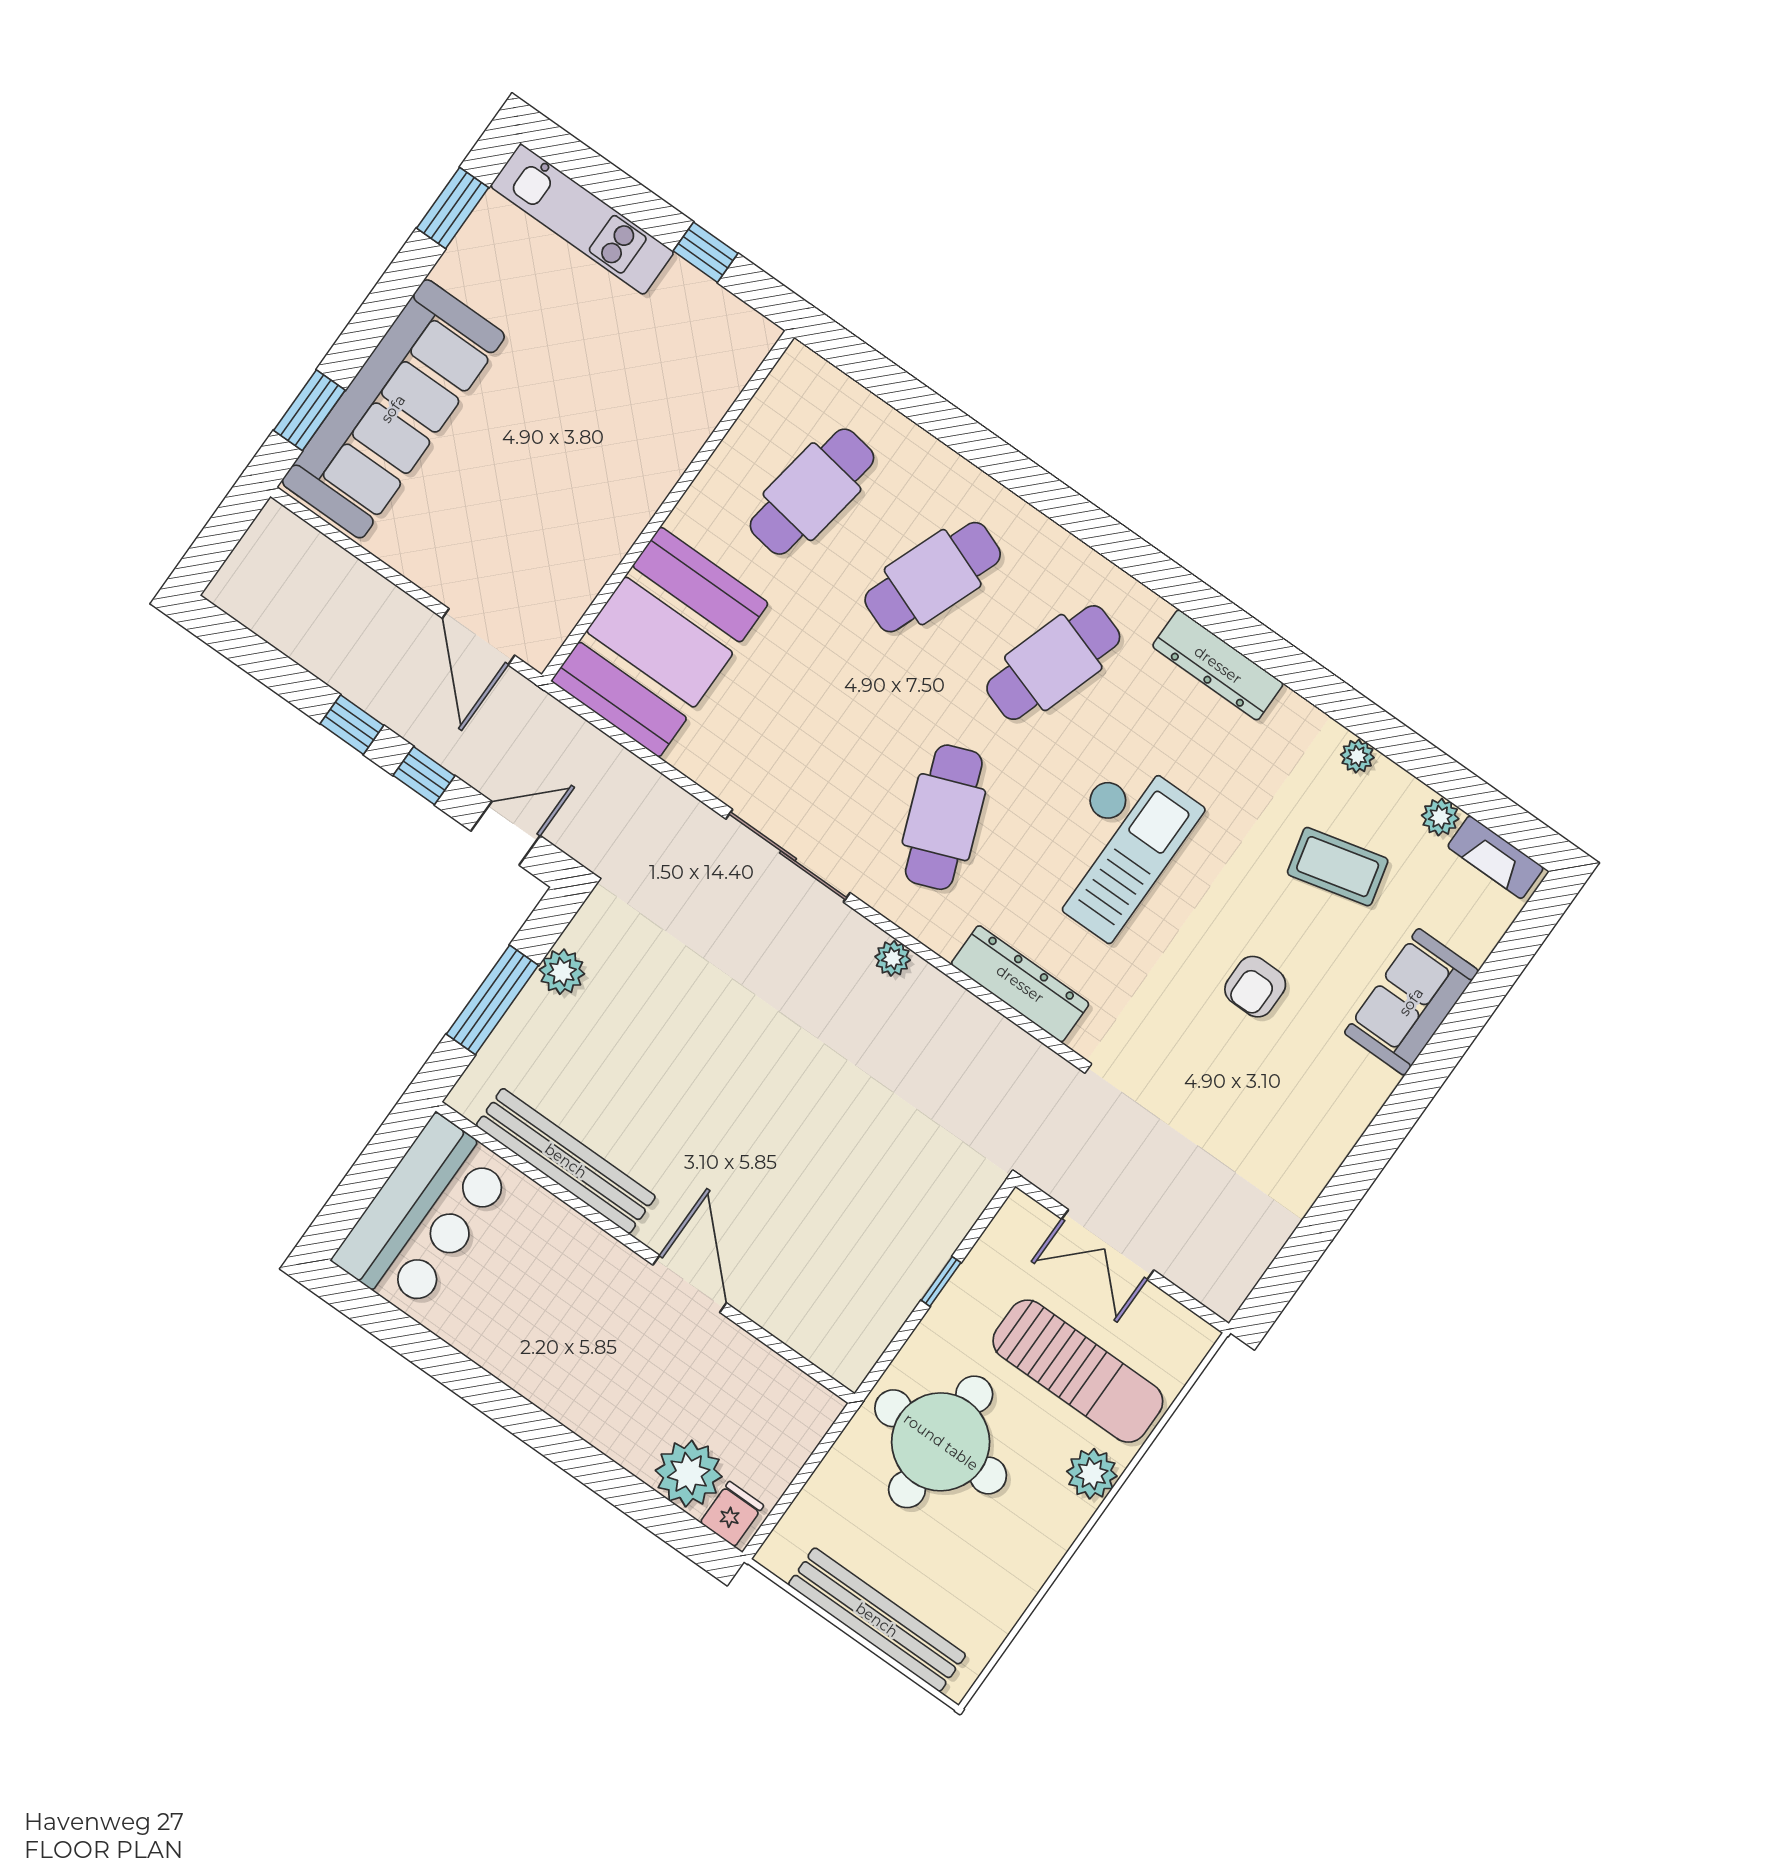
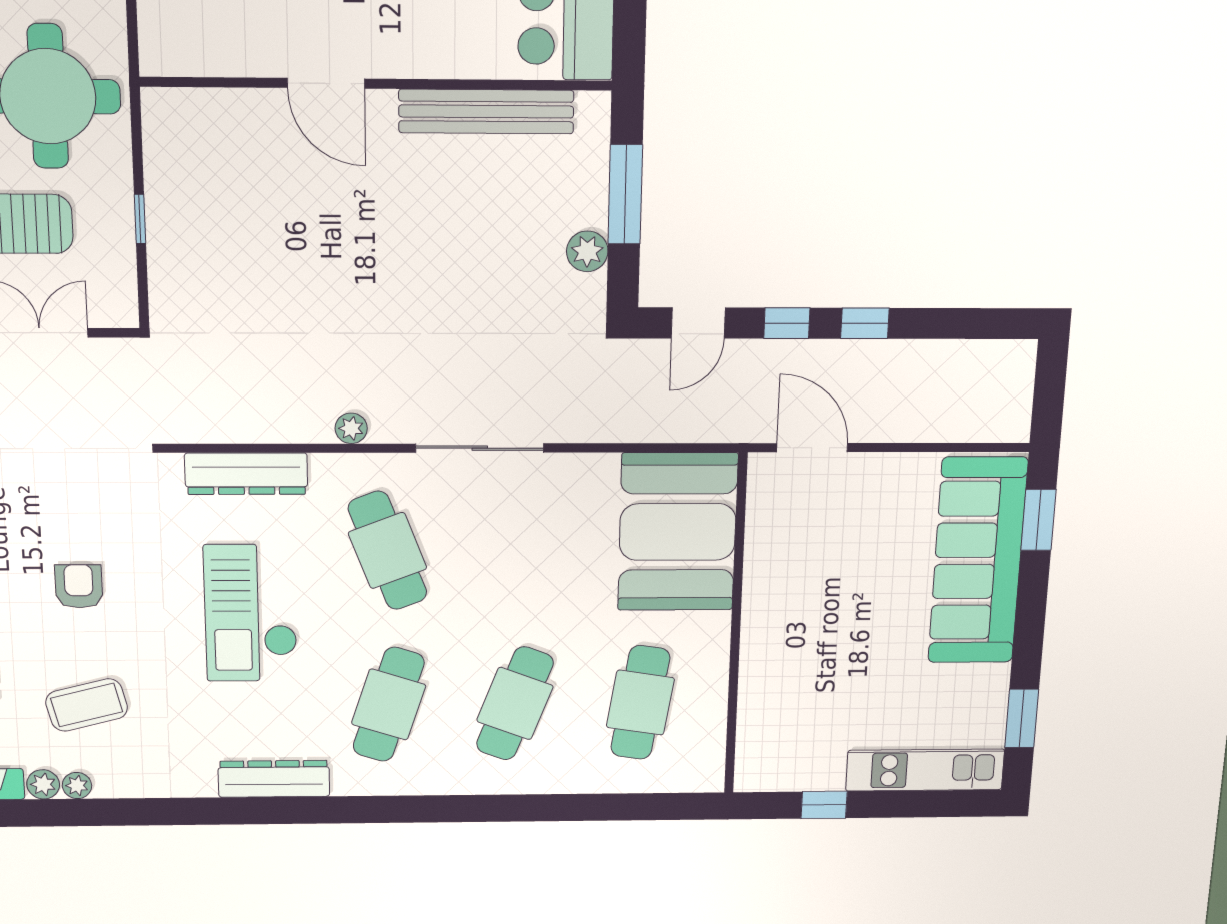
plant: (1357, 756) -> (77, 786), moved

